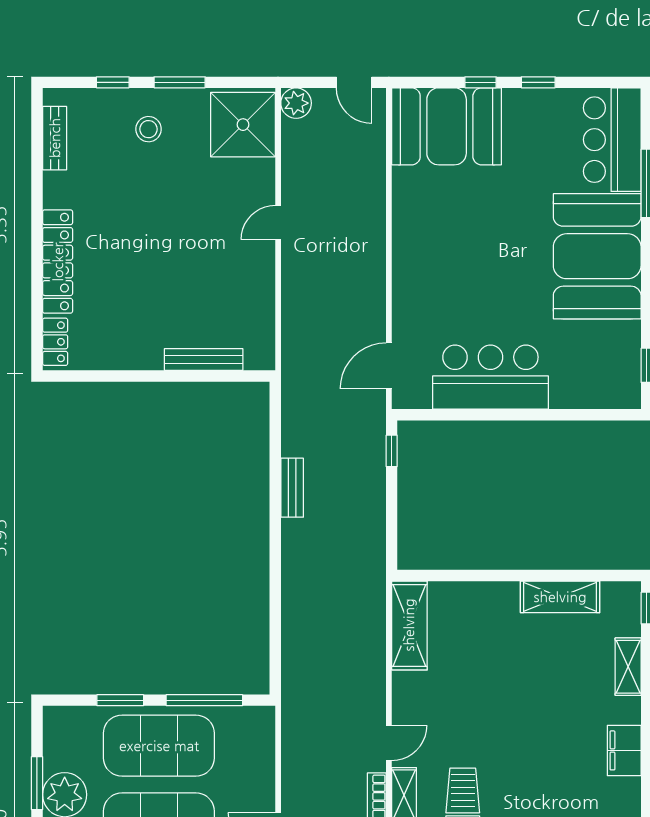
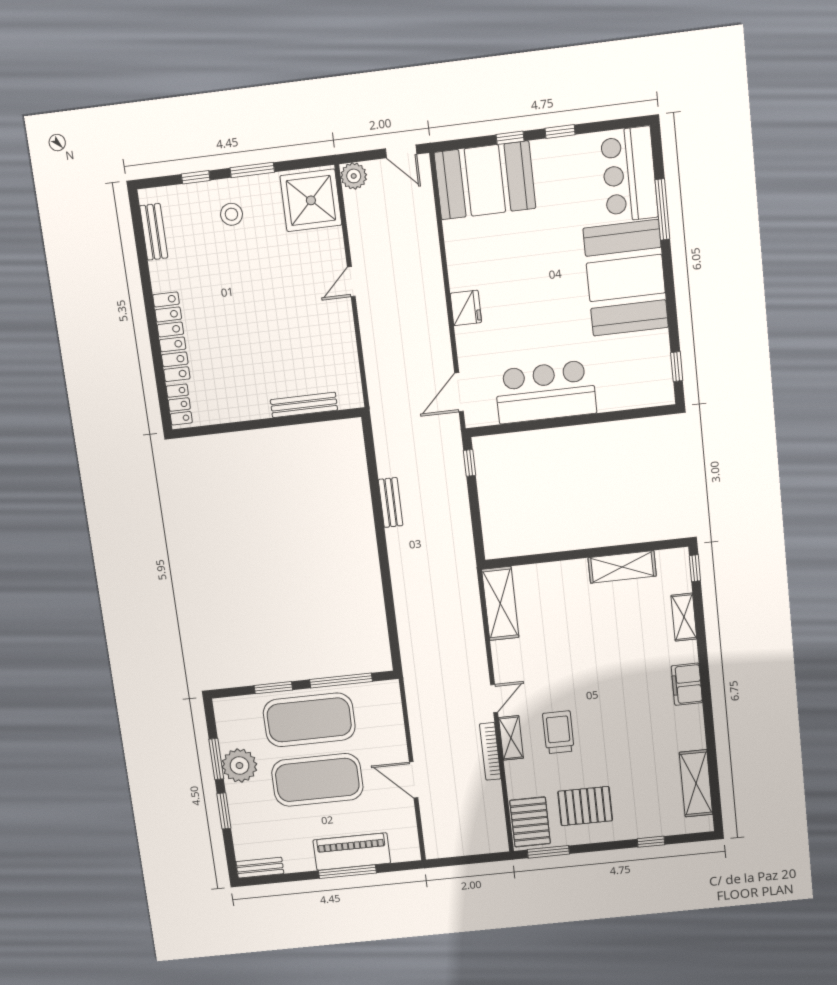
fridge: (408, 269) -> (466, 308), added

